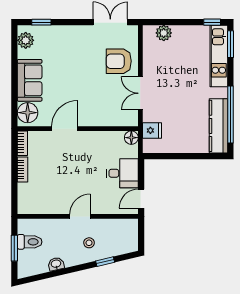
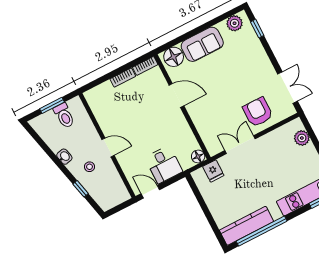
washbasin: (56, 264) -> (64, 157), moved

